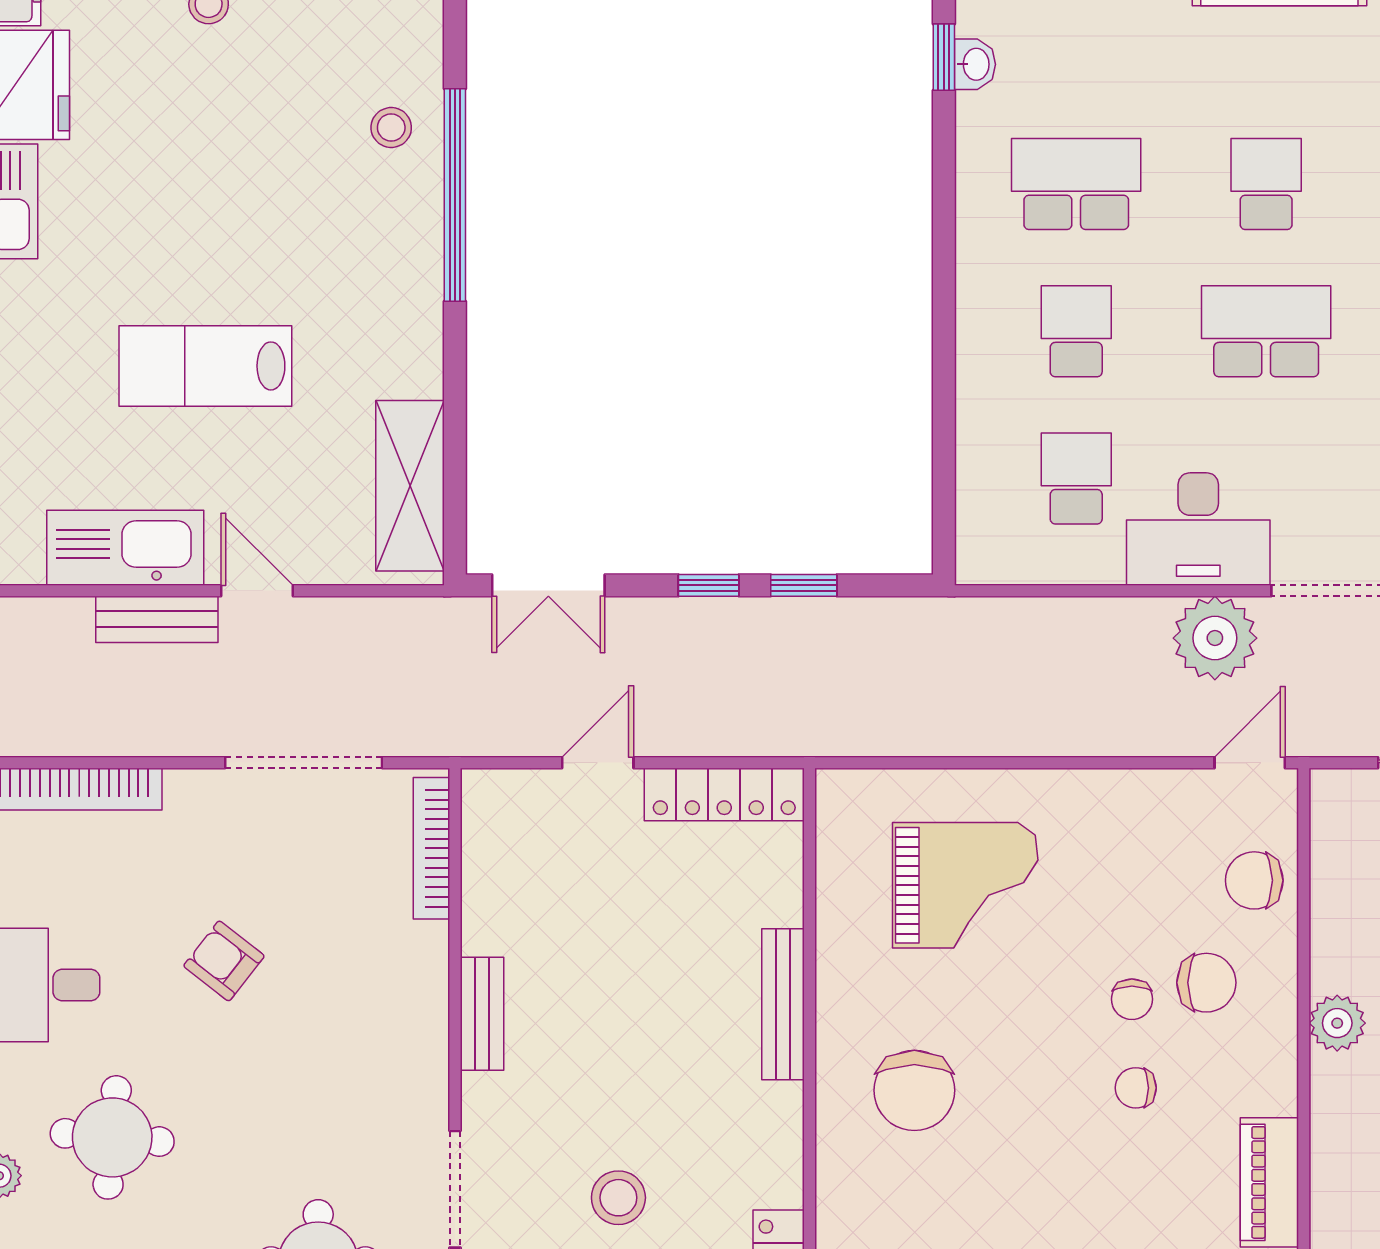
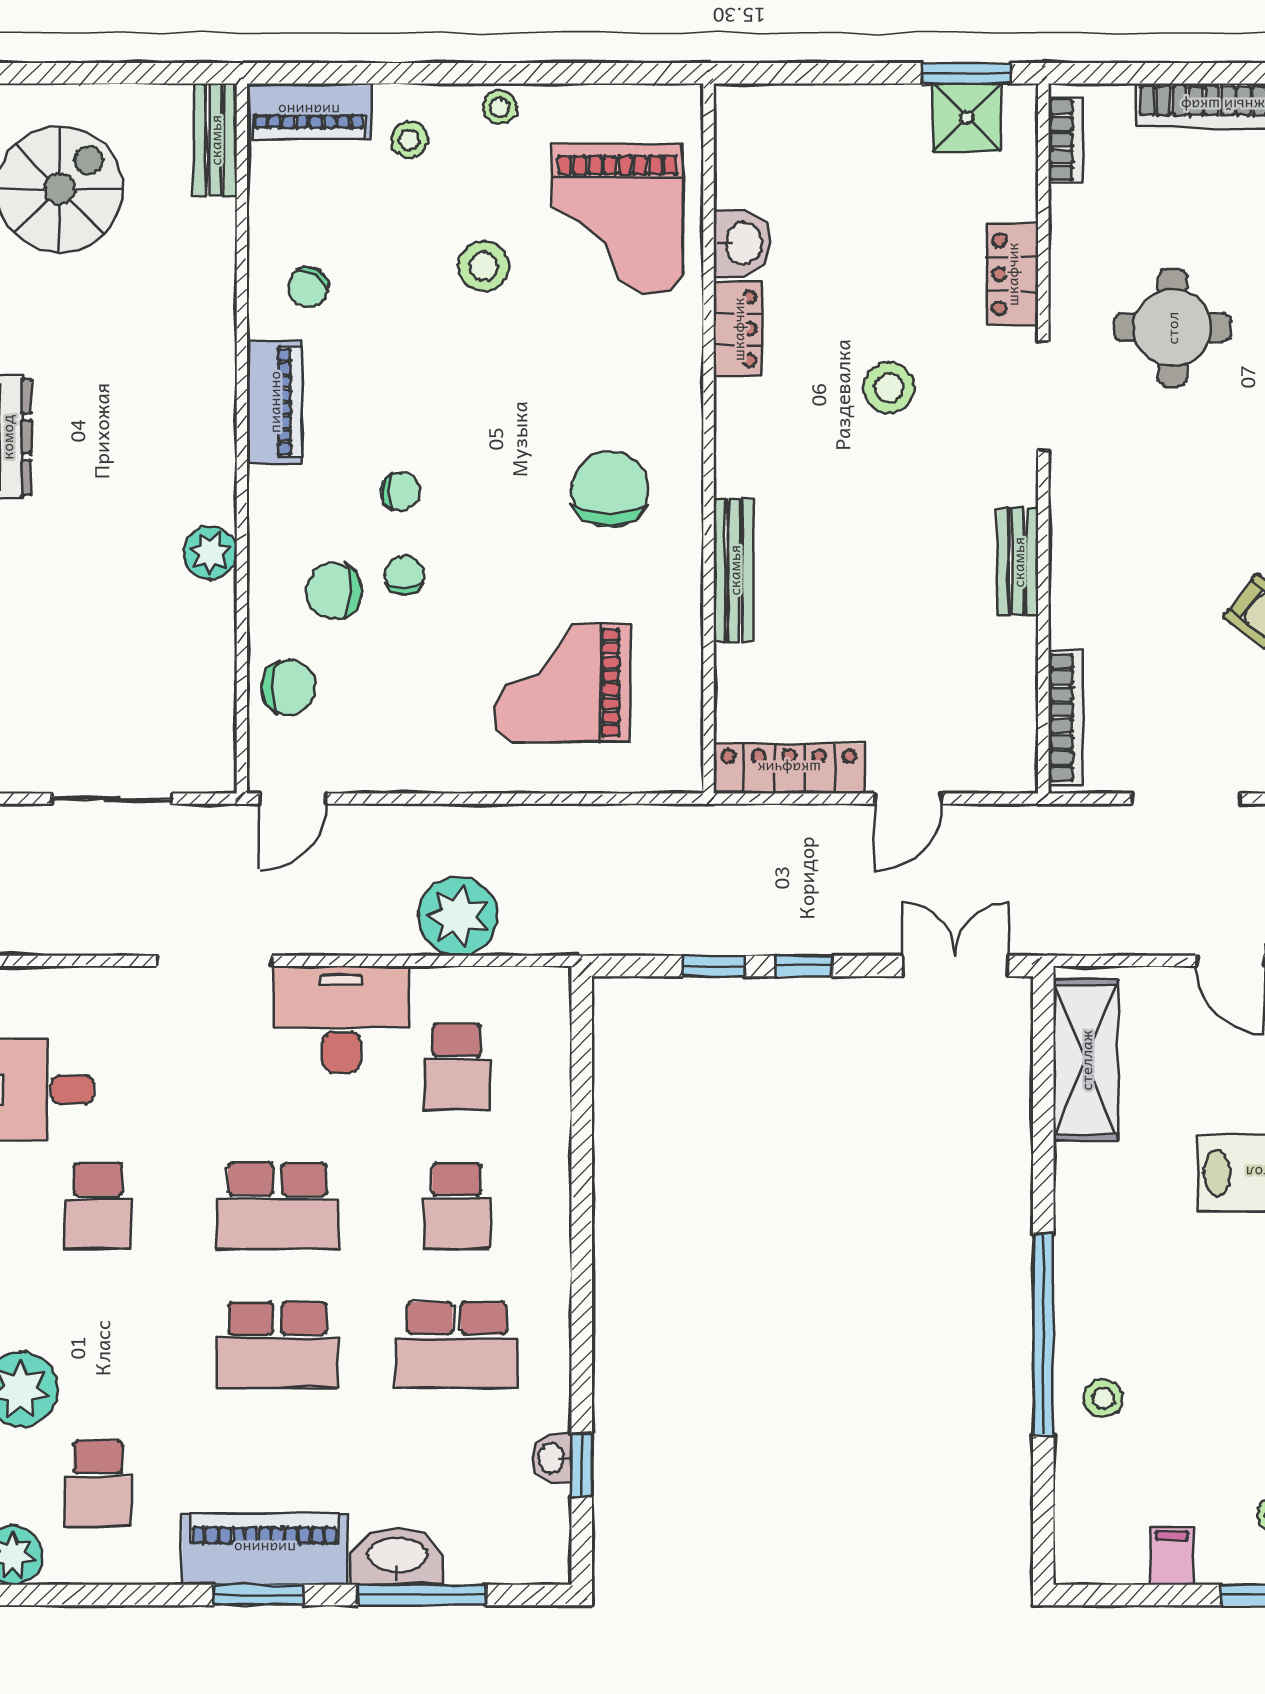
school desk: (1266, 184) -> (277, 1345), width x1.85
plant: (1215, 638) -> (458, 916), moved
doorway: (304, 763) -> (1186, 799), width x0.73

